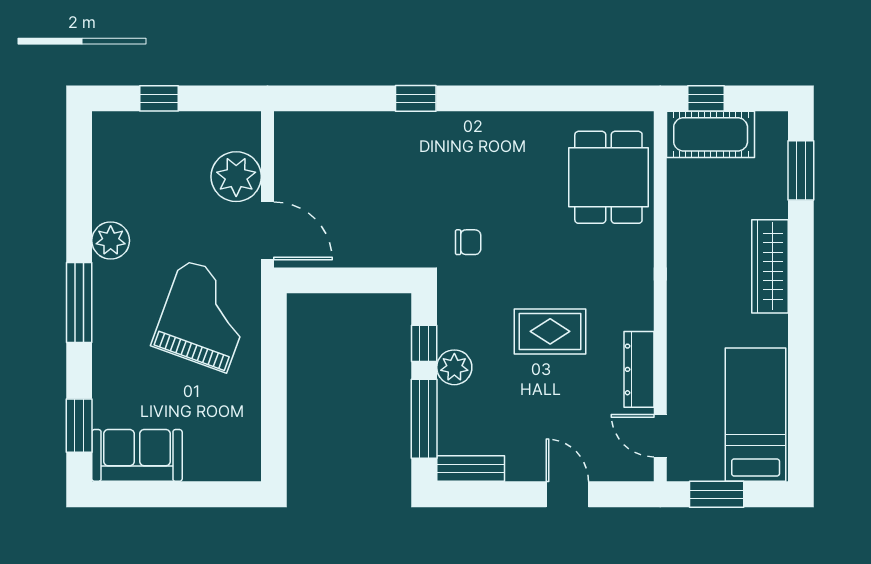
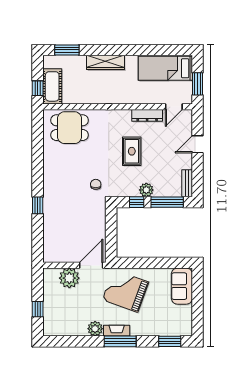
fireplace: (106, 294) -> (117, 331), added
sofa: (137, 455) -> (182, 286), moved

